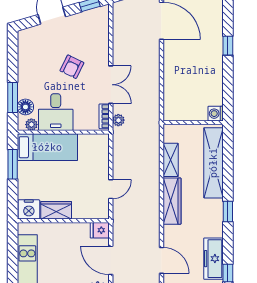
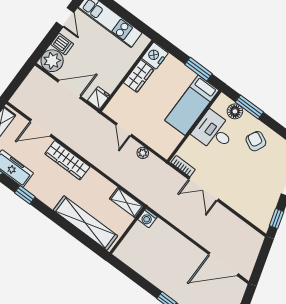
armchair: (72, 67) -> (256, 141), moved
washing machine: (216, 114) -> (147, 218), moved, turned 180
plant: (118, 120) -> (143, 153), moved
plant: (31, 125) -> (218, 106), removed
shelving: (171, 160) -> (127, 203), moved
wardrobe: (172, 201) -> (67, 160), moved
window: (228, 212) -> (25, 195), moved

